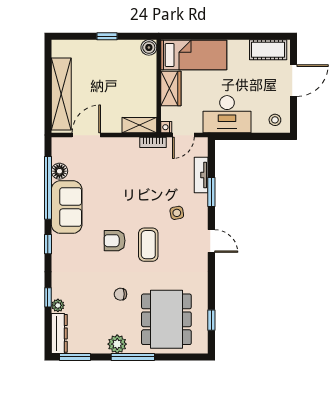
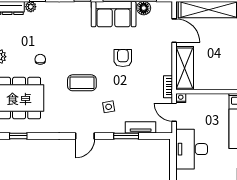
wardrobe: (171, 89) -> (213, 102), removed
shelving: (139, 125) -> (185, 68), width x1.50, depth x1.33
armchair: (115, 241) -> (123, 58), moved

